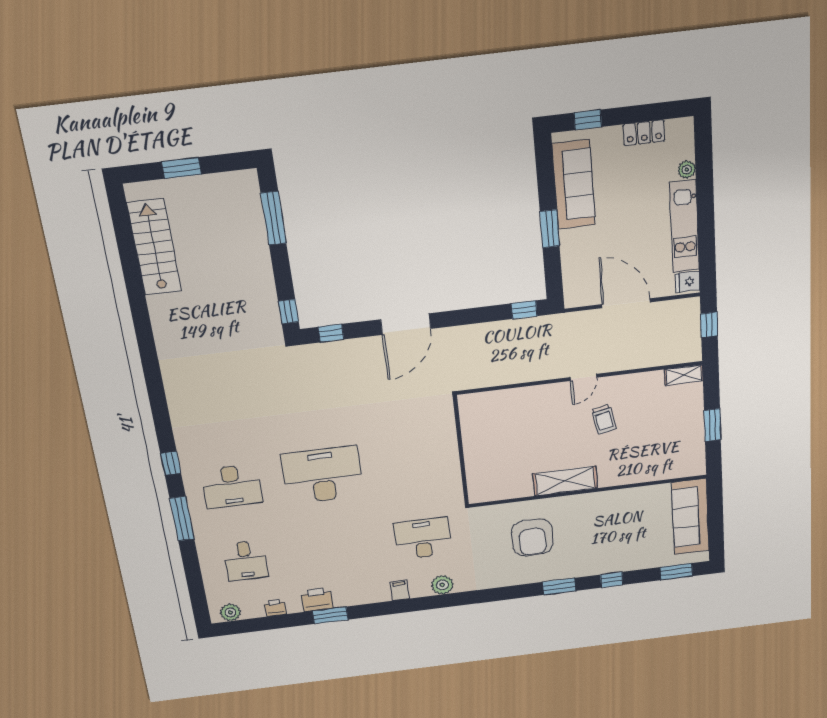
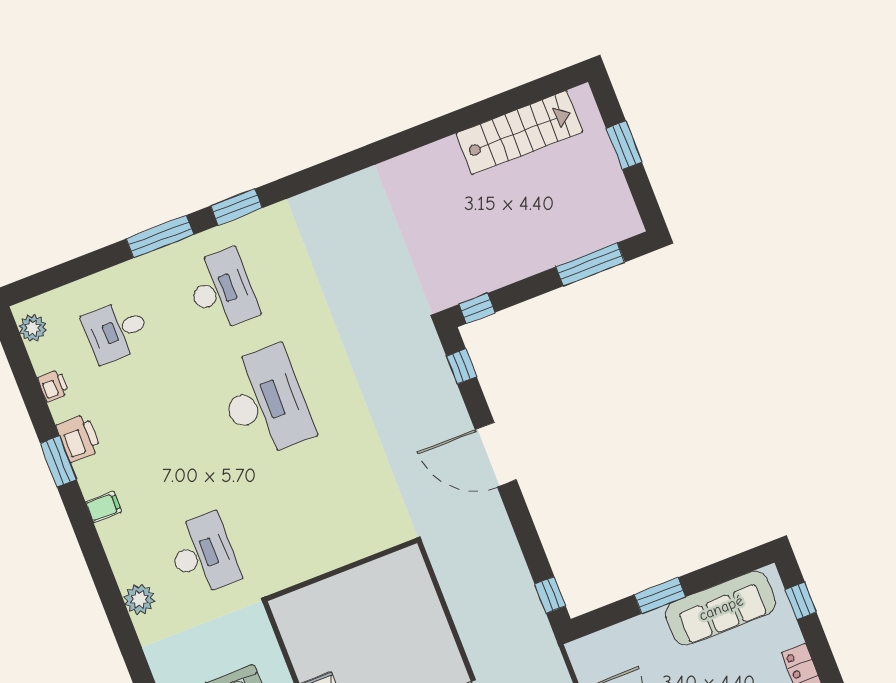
window: (171, 463) -> (236, 207), width x1.50
desk: (232, 486) -> (222, 290), turned 180
filing cabinet: (400, 590) -> (104, 507), moved

